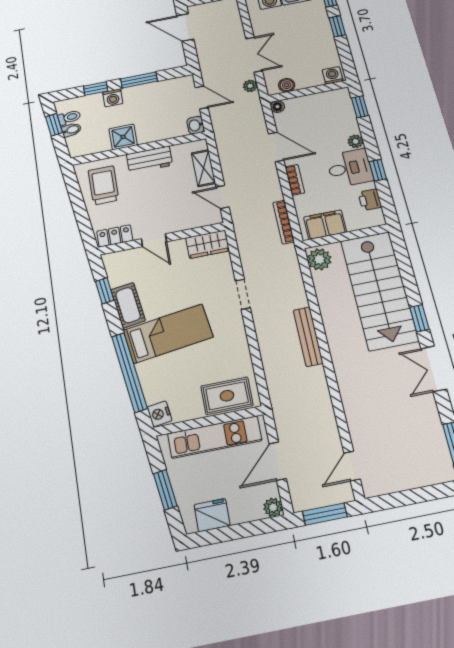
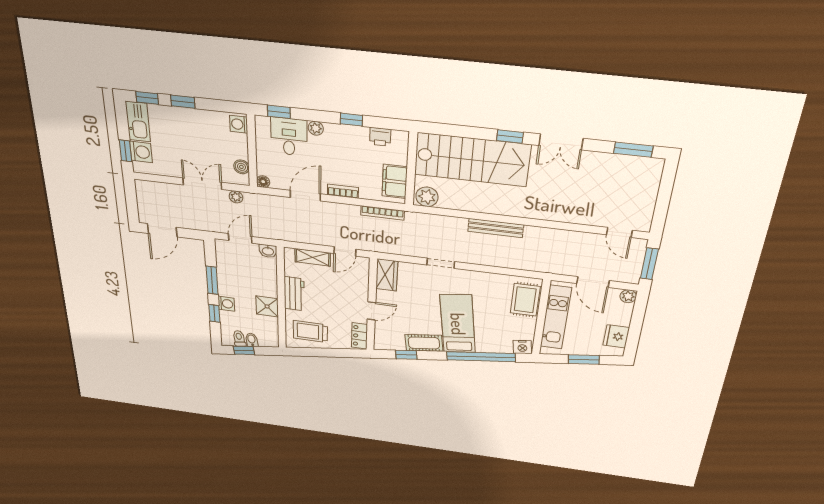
desk: (350, 168) -> (289, 137), moved

